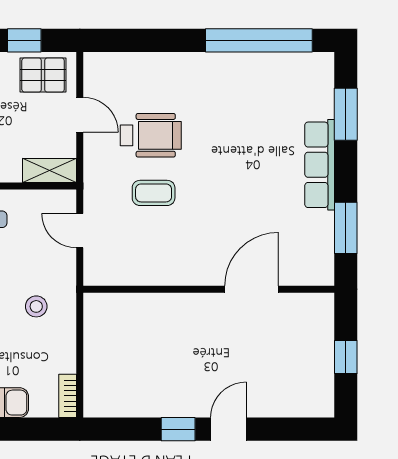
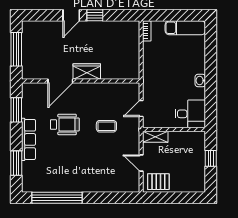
window: (24, 40) -> (167, 198), removed
wheelchair: (151, 135) -> (65, 124), moved, turned 180
door: (80, 231) -> (141, 108), swing flipped
stool: (36, 306) -> (162, 73), removed
wardrobe: (196, 310) -> (87, 71), added
window: (346, 357) -> (16, 49), width x2.17

